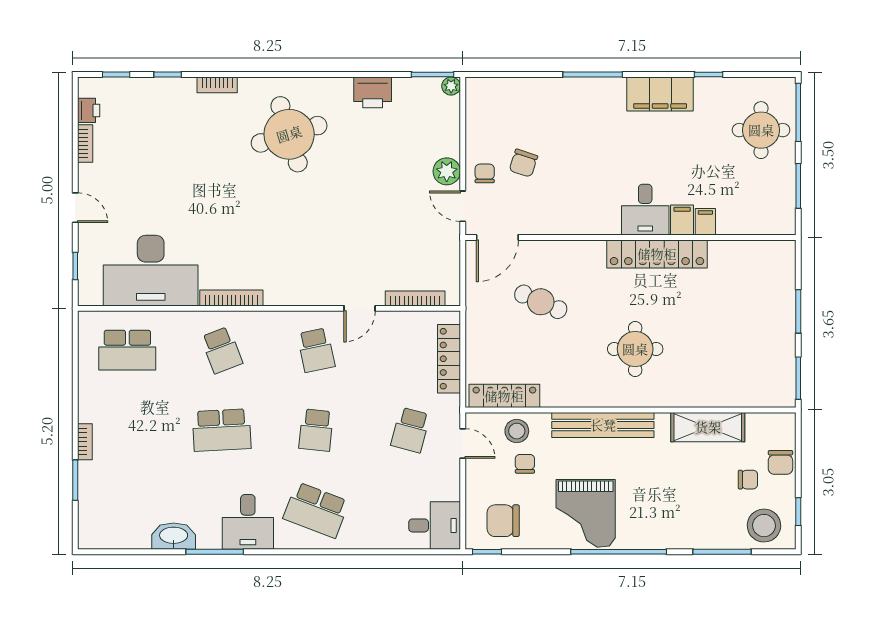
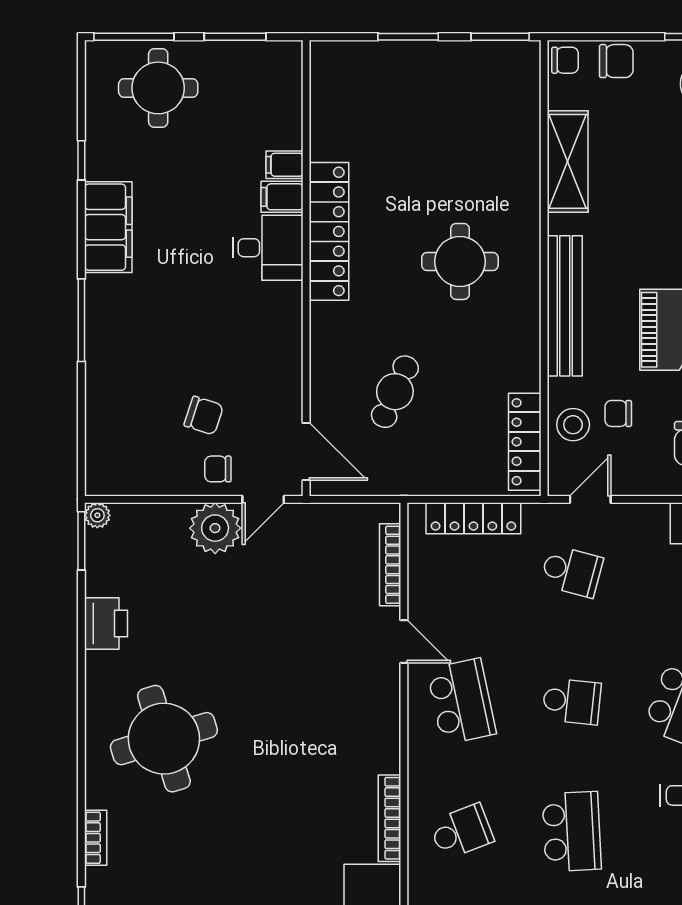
plant: (447, 171) -> (215, 528), width x1.36, depth x1.36
school desk: (316, 350) -> (461, 701), width x1.85
chair: (748, 480) -> (565, 60), moved, turned 90

